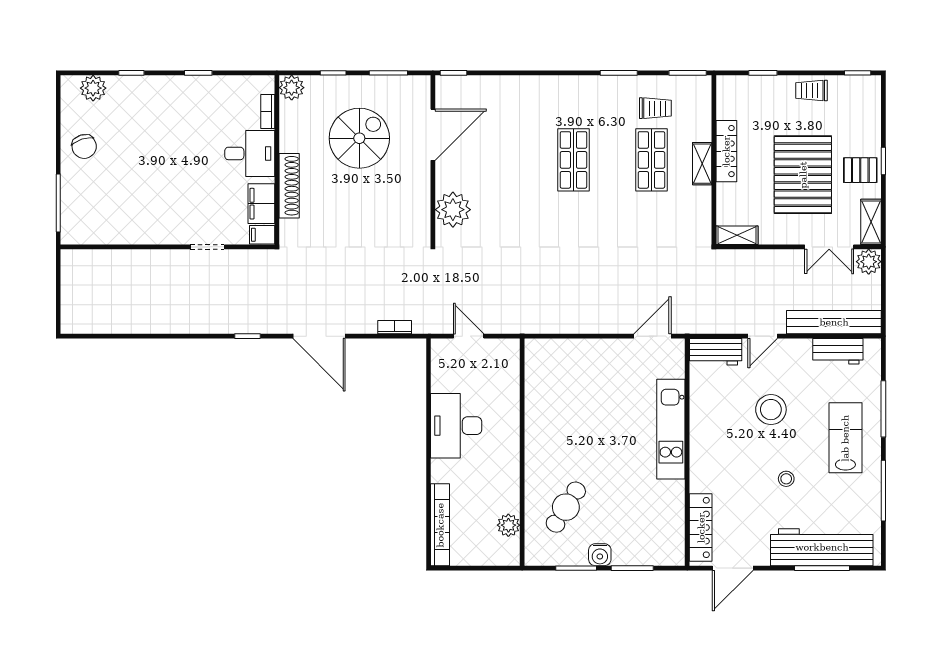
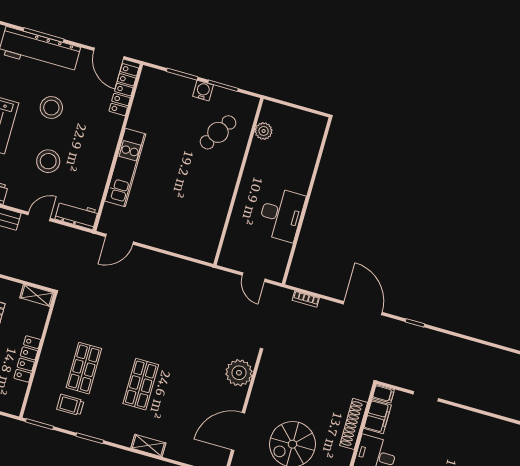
shelving: (702, 164) -> (148, 446), moved, turned 90
stool: (786, 479) -> (51, 108), width x1.89, depth x1.89
bookcase: (440, 525) -> (313, 146), removed
door: (733, 568) -> (109, 53), swing flipped

